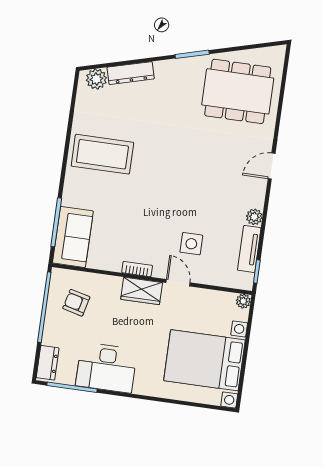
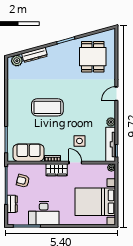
dining table: (238, 91) -> (93, 57), width x0.73
coffee table: (102, 154) -> (47, 107), moved
sofa: (73, 237) -> (29, 153), moved, turned -90
tv unit: (249, 249) -> (111, 144), width x1.41
dresser: (48, 363) -> (12, 204), moved

